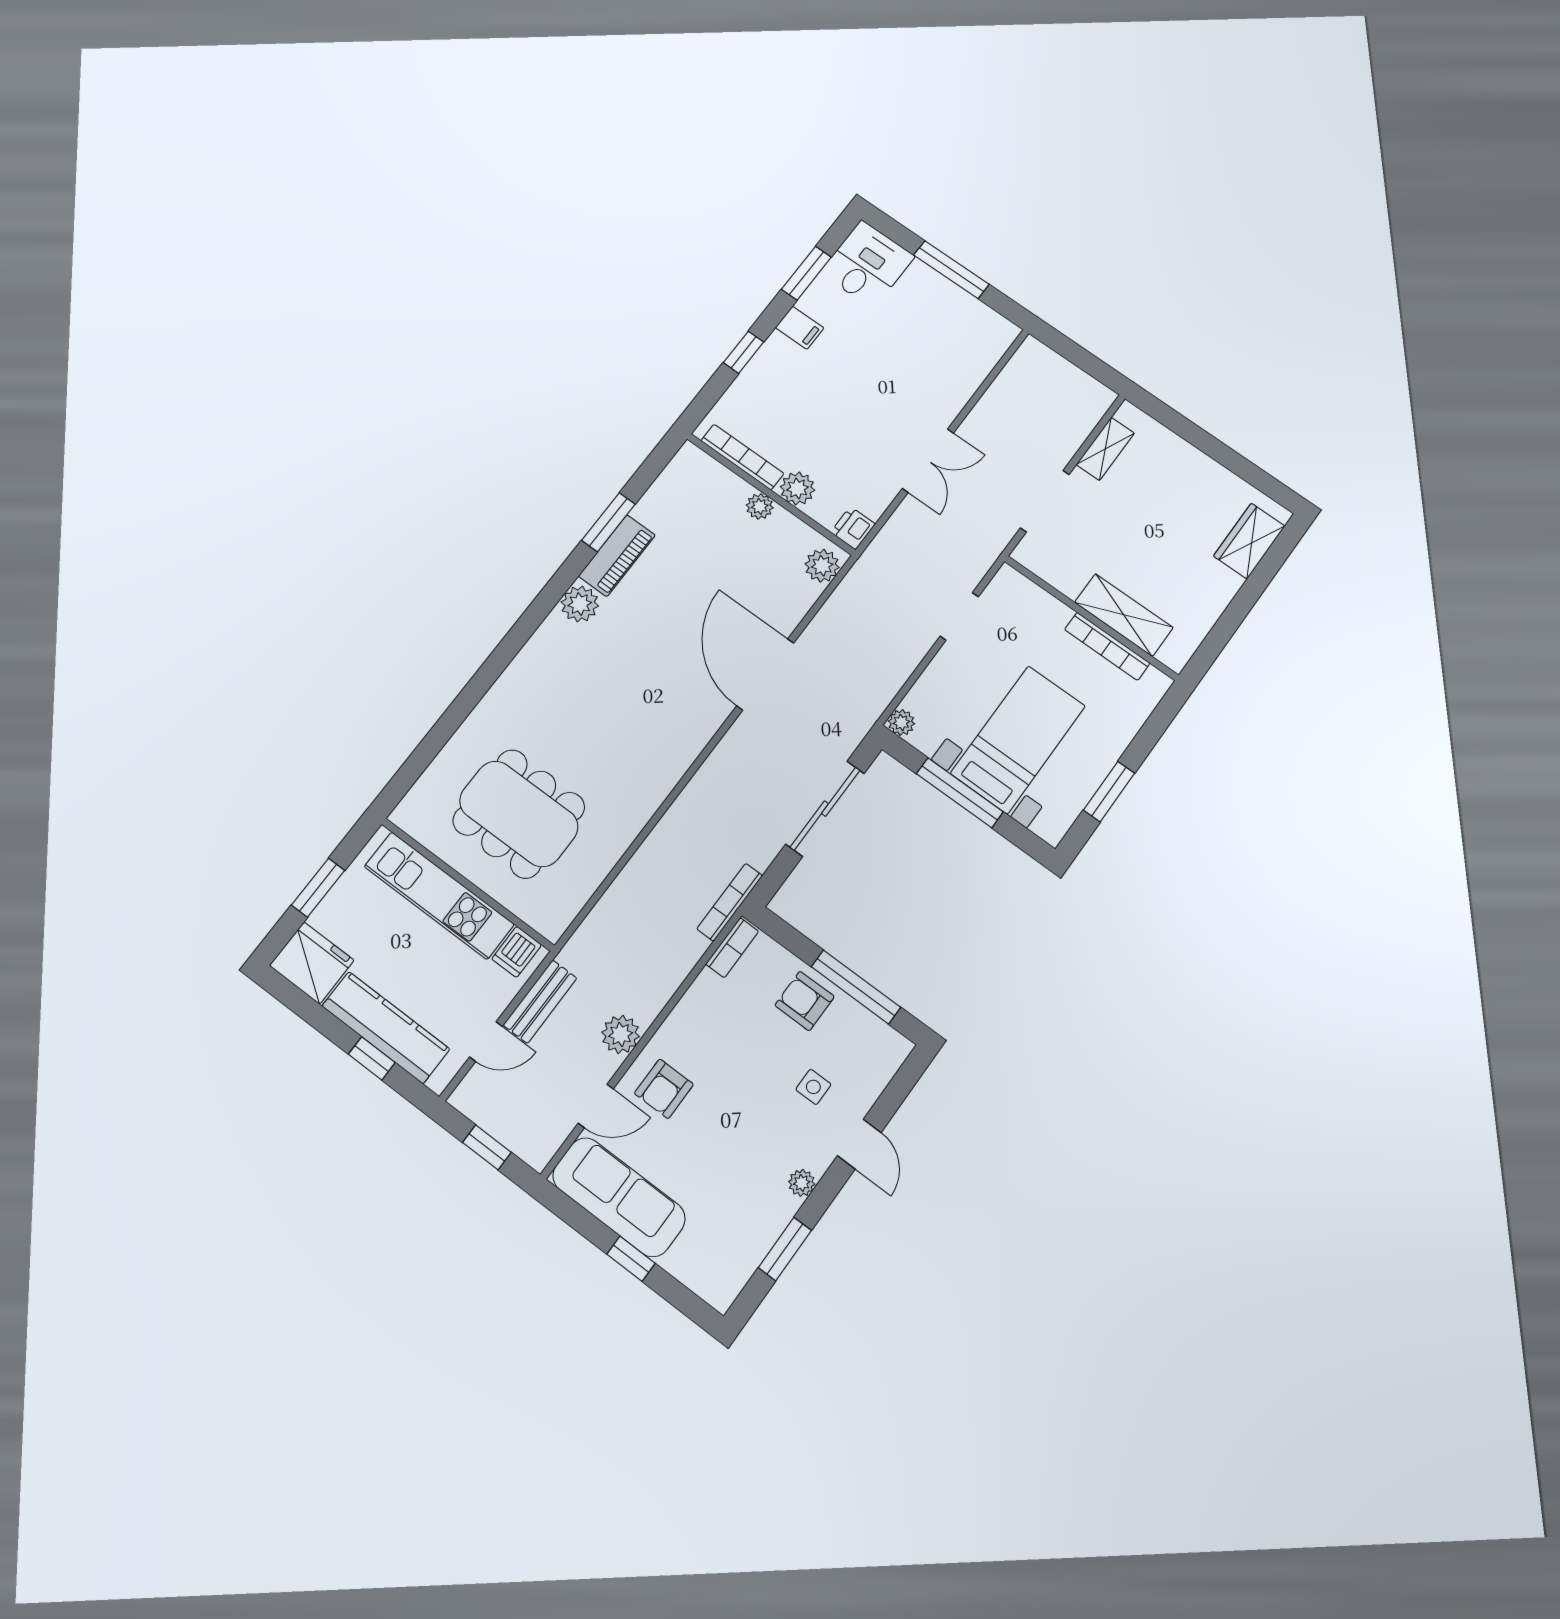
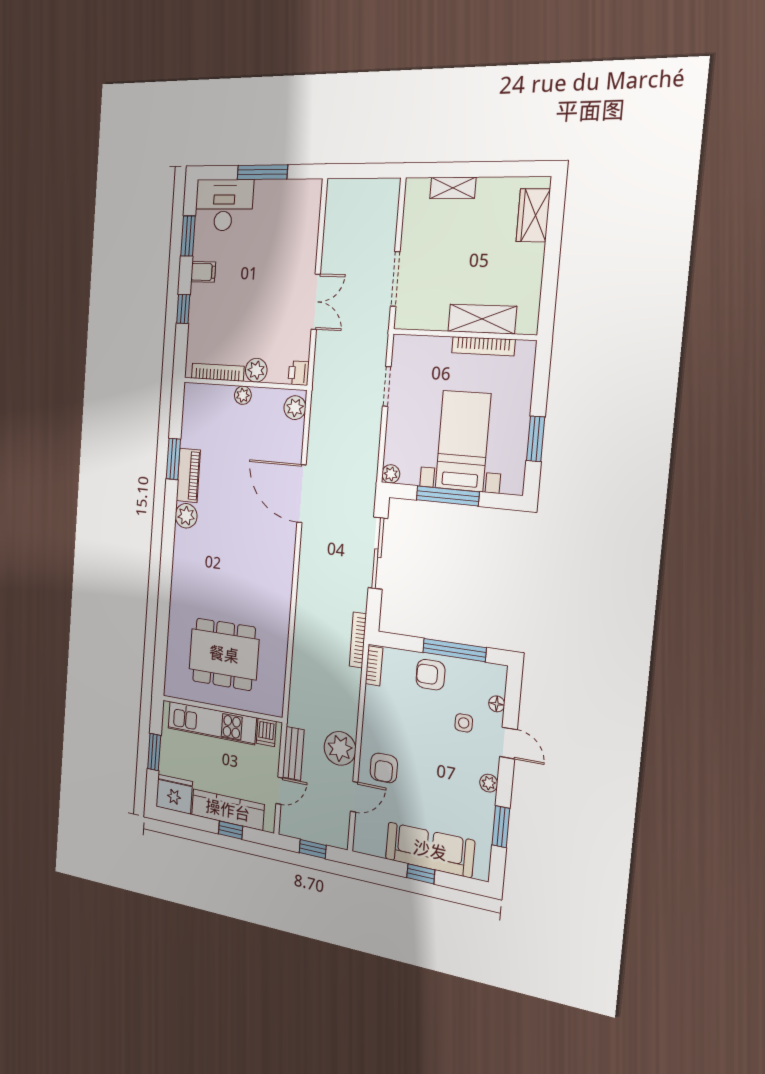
desk: (867, 264) -> (224, 205), width x1.37
shelving: (1105, 449) -> (453, 188), moved, turned 90
plant: (621, 1034) -> (340, 748), width x1.36, depth x1.36
floor lamp: (873, 1086) -> (497, 704), added
sofa: (619, 1197) -> (430, 850), moved

